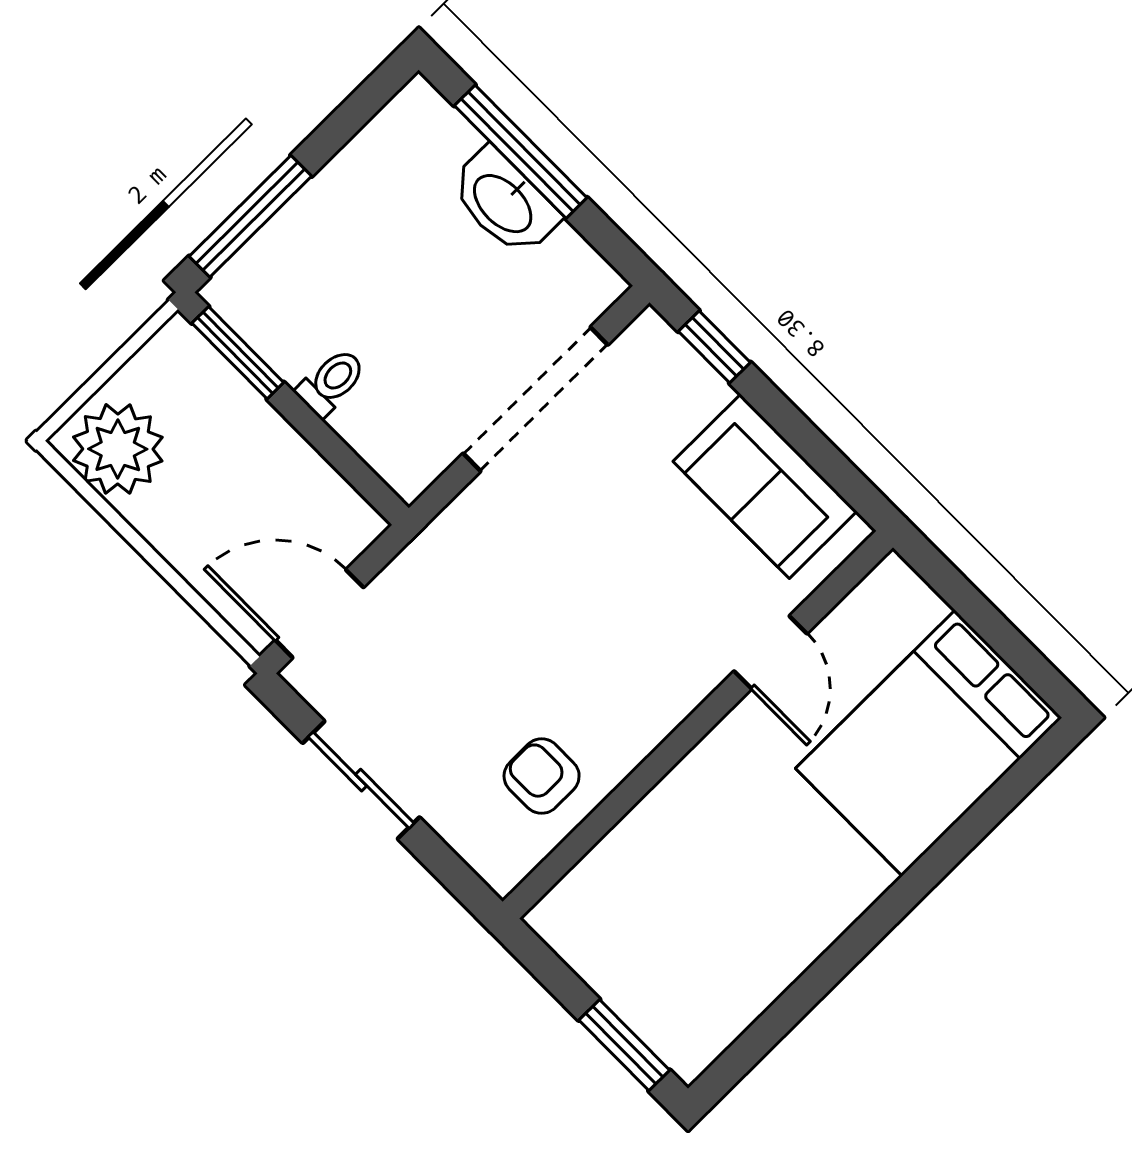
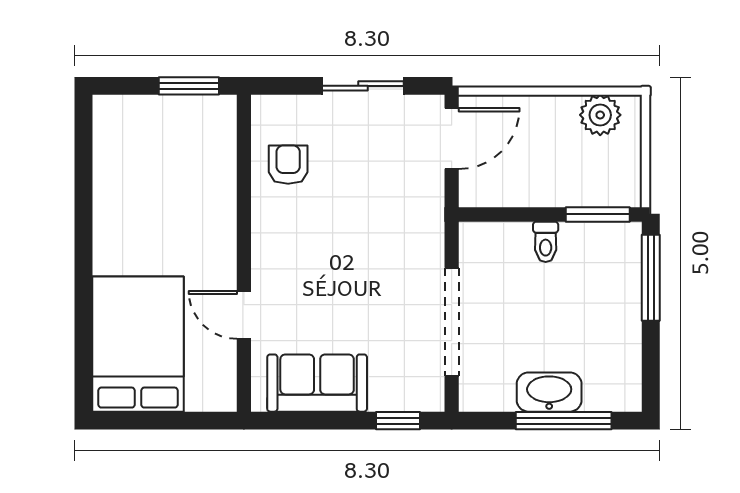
plant: (118, 449) -> (600, 115), width x0.73, depth x0.73
armchair: (542, 776) -> (288, 165), turned -90
window: (624, 1045) -> (189, 86), moved

